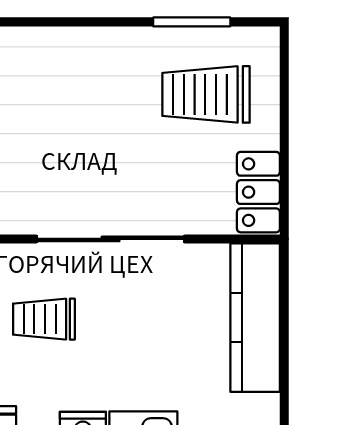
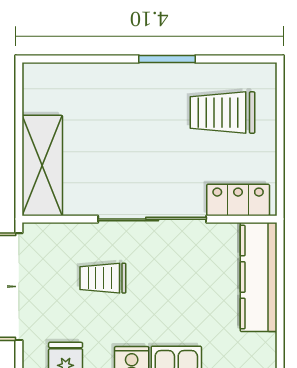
window: (192, 22) -> (167, 59), moved
locker: (258, 192) -> (238, 200), moved, turned 90

